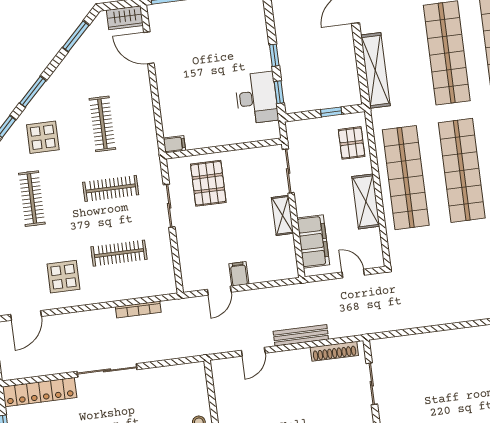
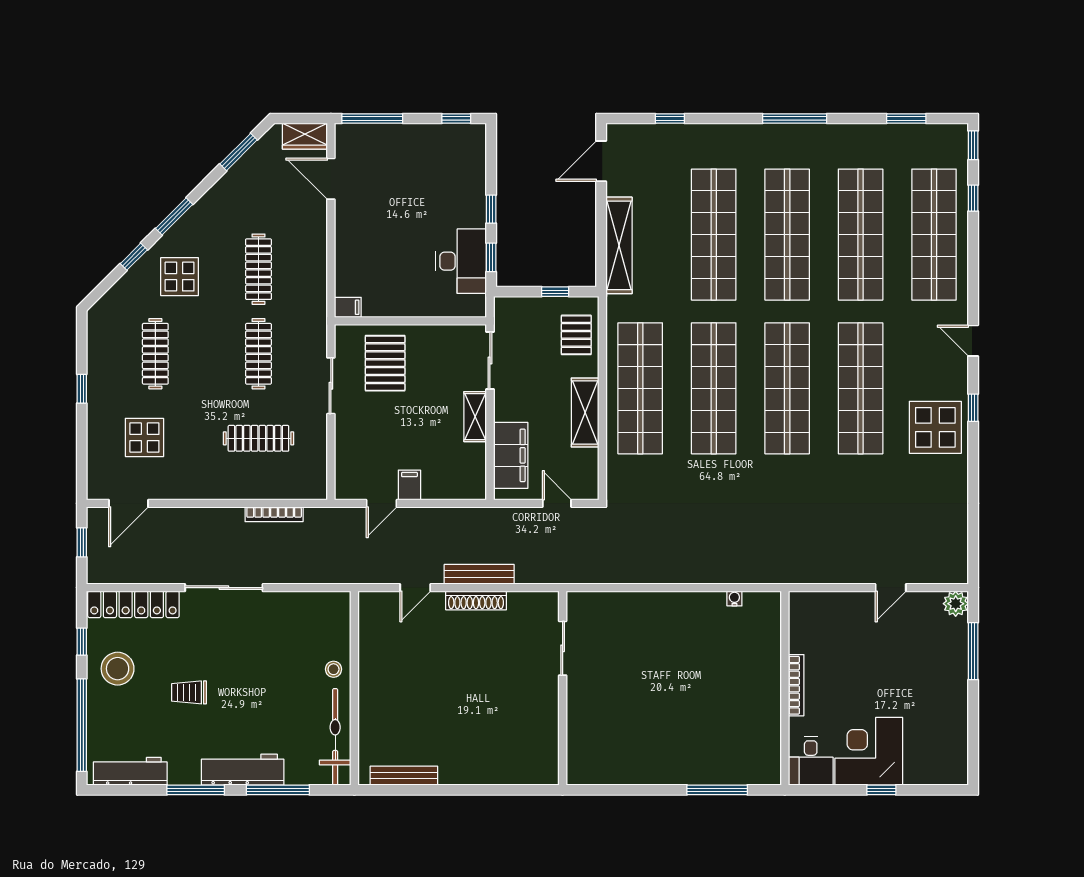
clothes rail: (111, 188) -> (258, 354), turned 90
display table: (63, 277) -> (144, 437), moved
shoe rack: (334, 351) -> (476, 600), moved

